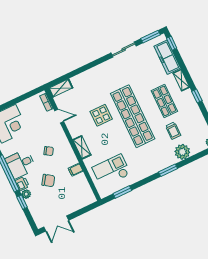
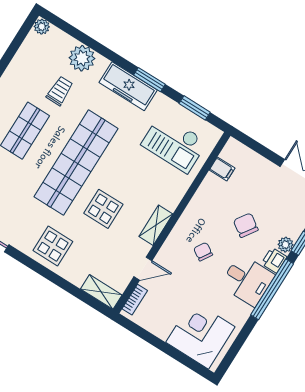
display table: (99, 79) -> (53, 246), added
door: (59, 116) -> (143, 269), swing flipped
shelving: (82, 147) -> (156, 225), moved
freezer: (154, 166) -> (128, 86), added
filing cabinet: (76, 170) -> (222, 169), moved
window: (168, 170) -> (149, 80), moved

